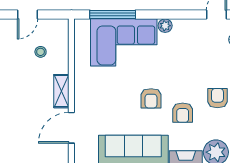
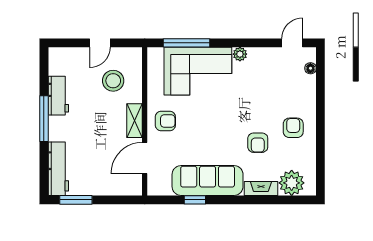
stool: (41, 52) -> (113, 81), width x1.89, depth x1.89
armchair: (151, 98) -> (165, 121), moved, turned -90

